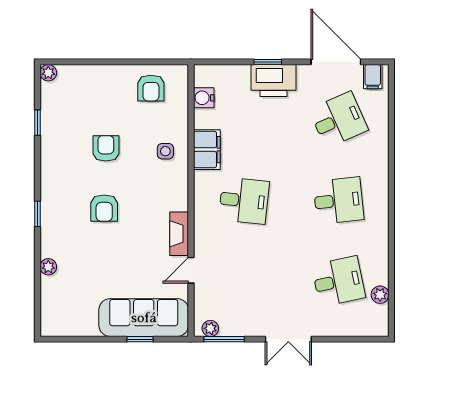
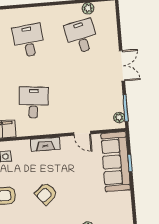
armchair: (104, 208) -> (46, 193), turned 141
fireplace: (179, 234) -> (45, 144), moved

